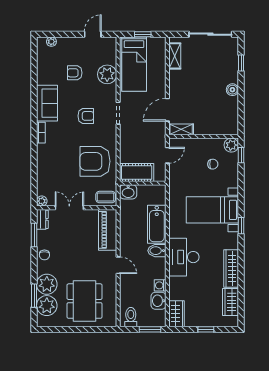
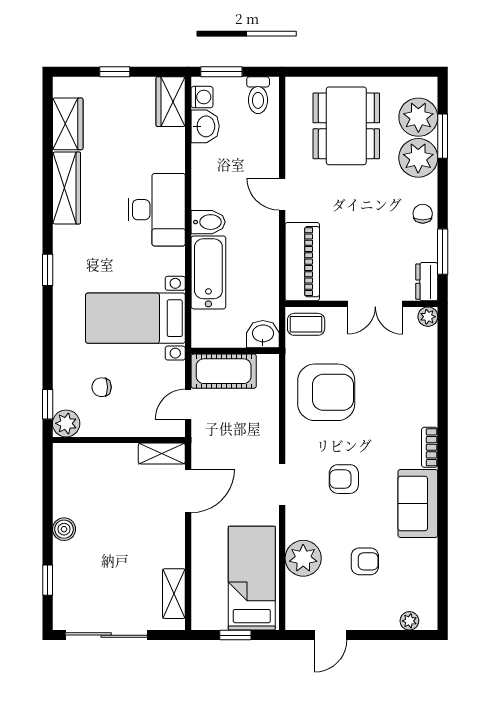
cot: (137, 172) -> (224, 371), moved
bed with nightstands: (212, 210) -> (135, 318), moved, turned 180
washing machine: (160, 285) -> (202, 97), moved

